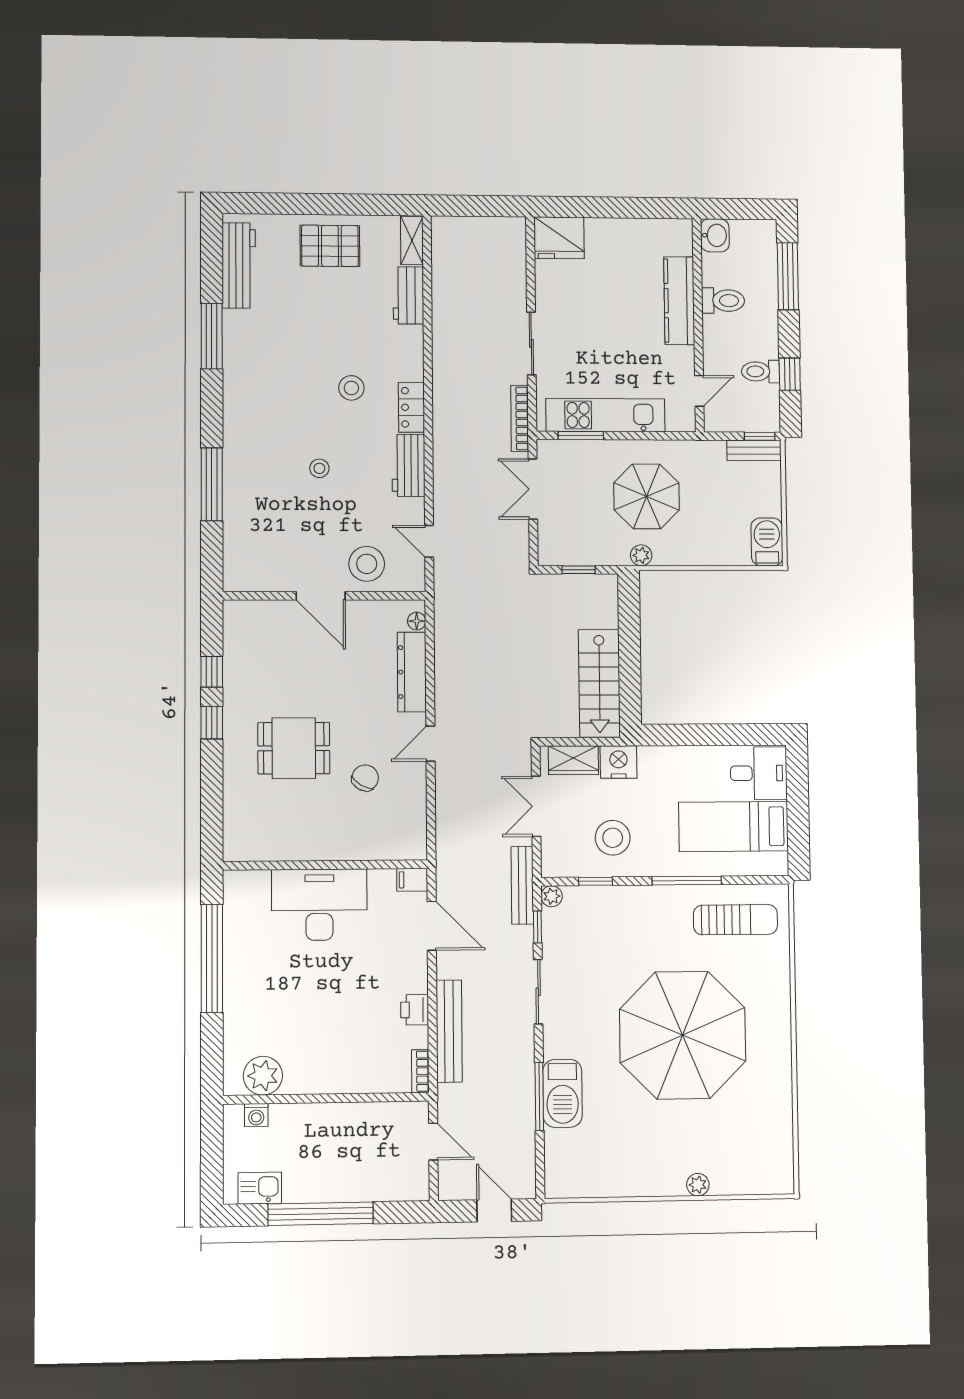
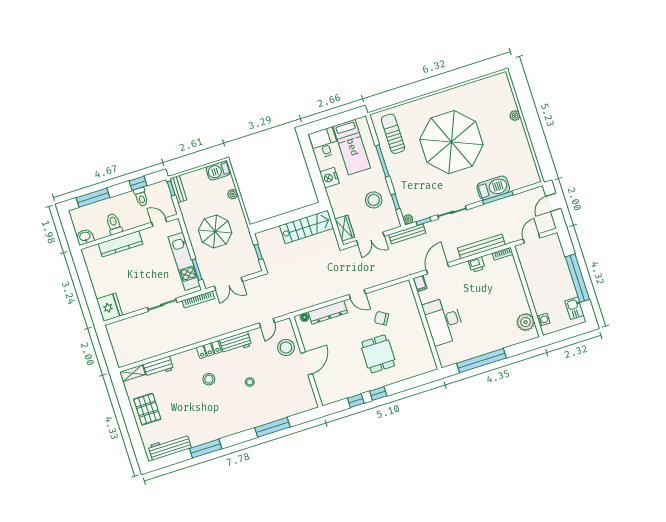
plant: (641, 555) -> (233, 194), moved
nightstand: (618, 762) -> (329, 178), moved

